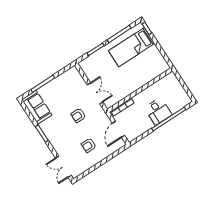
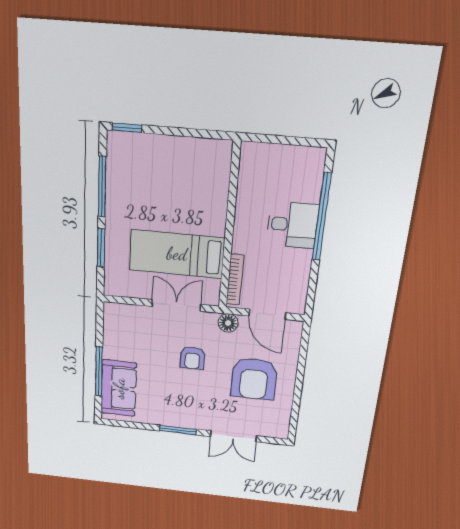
bed: (132, 47) -> (177, 254), moved, turned 90
sofa: (37, 107) -> (119, 388), moved, turned 90
floor lamp: (104, 118) -> (228, 323), added
armchair: (89, 145) -> (254, 379), width x1.88, depth x1.88
double door: (63, 167) -> (233, 436), moved

